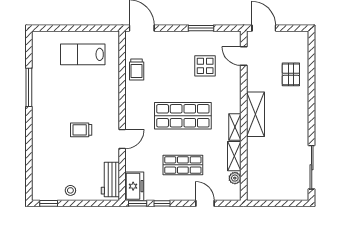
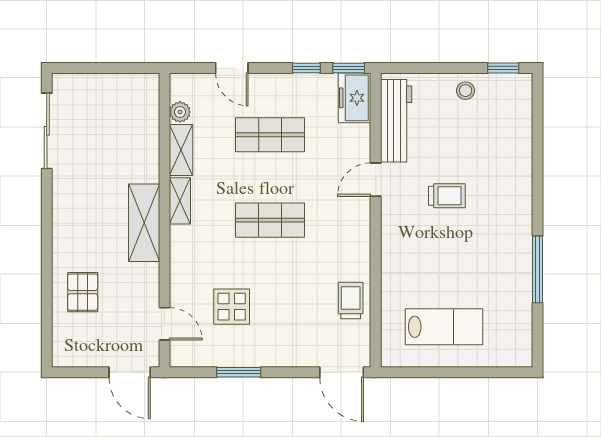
shop shelf: (183, 116) -> (270, 220), width x0.70, depth x0.74
workbench: (110, 180) -> (396, 121), width x1.38

